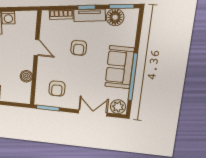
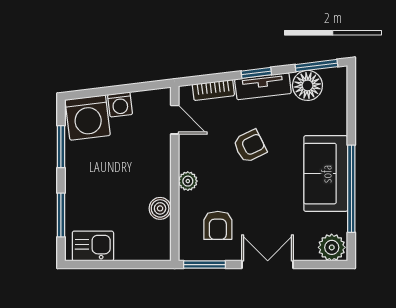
door: (37, 48) -> (175, 120), moved
armchair: (79, 48) -> (250, 146), turned -116
plant: (43, 63) -> (188, 181), added
double door: (93, 113) -> (268, 265), moved

